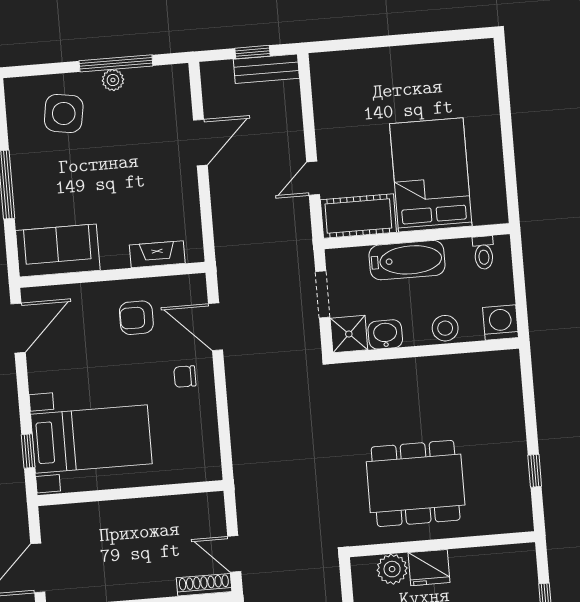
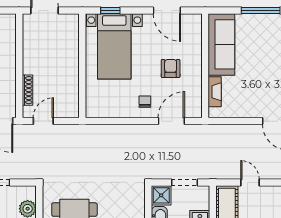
sofa: (58, 250) -> (221, 44), width x1.36
armchair: (136, 318) -> (171, 68), moved
door: (18, 328) -> (167, 10), moved
shoe rack: (204, 585) -> (28, 90), moved

